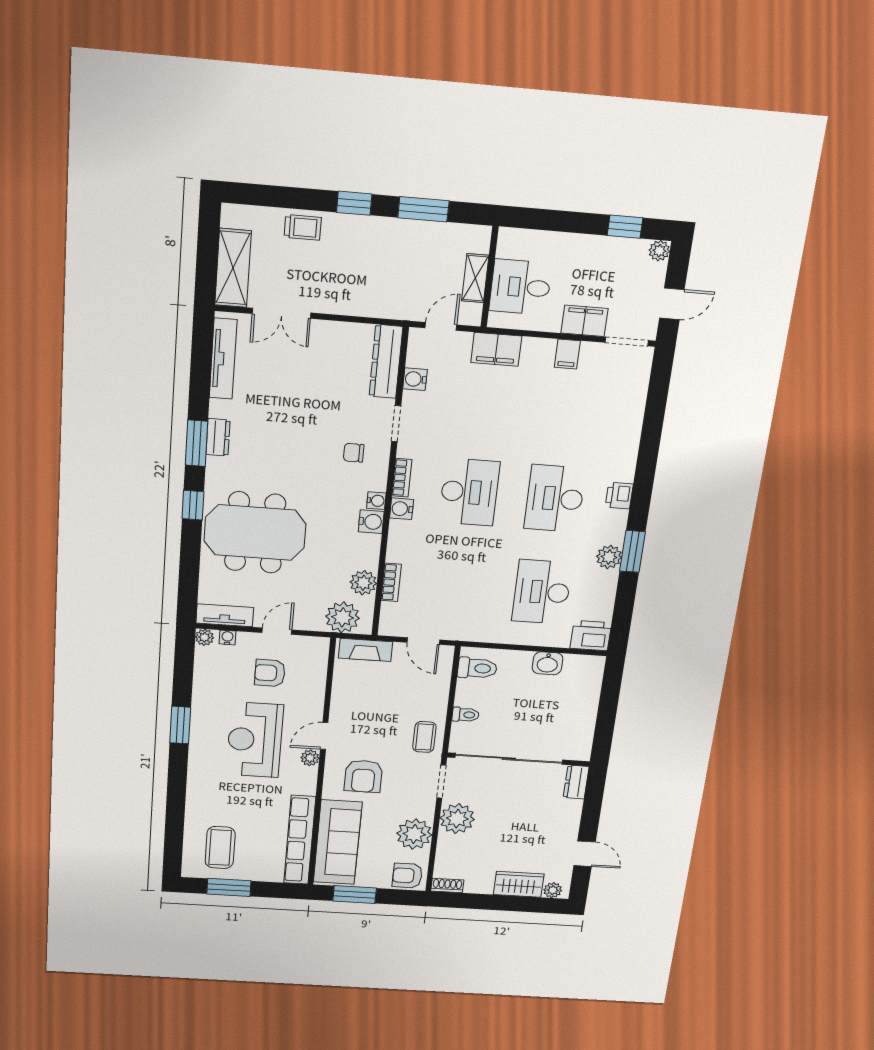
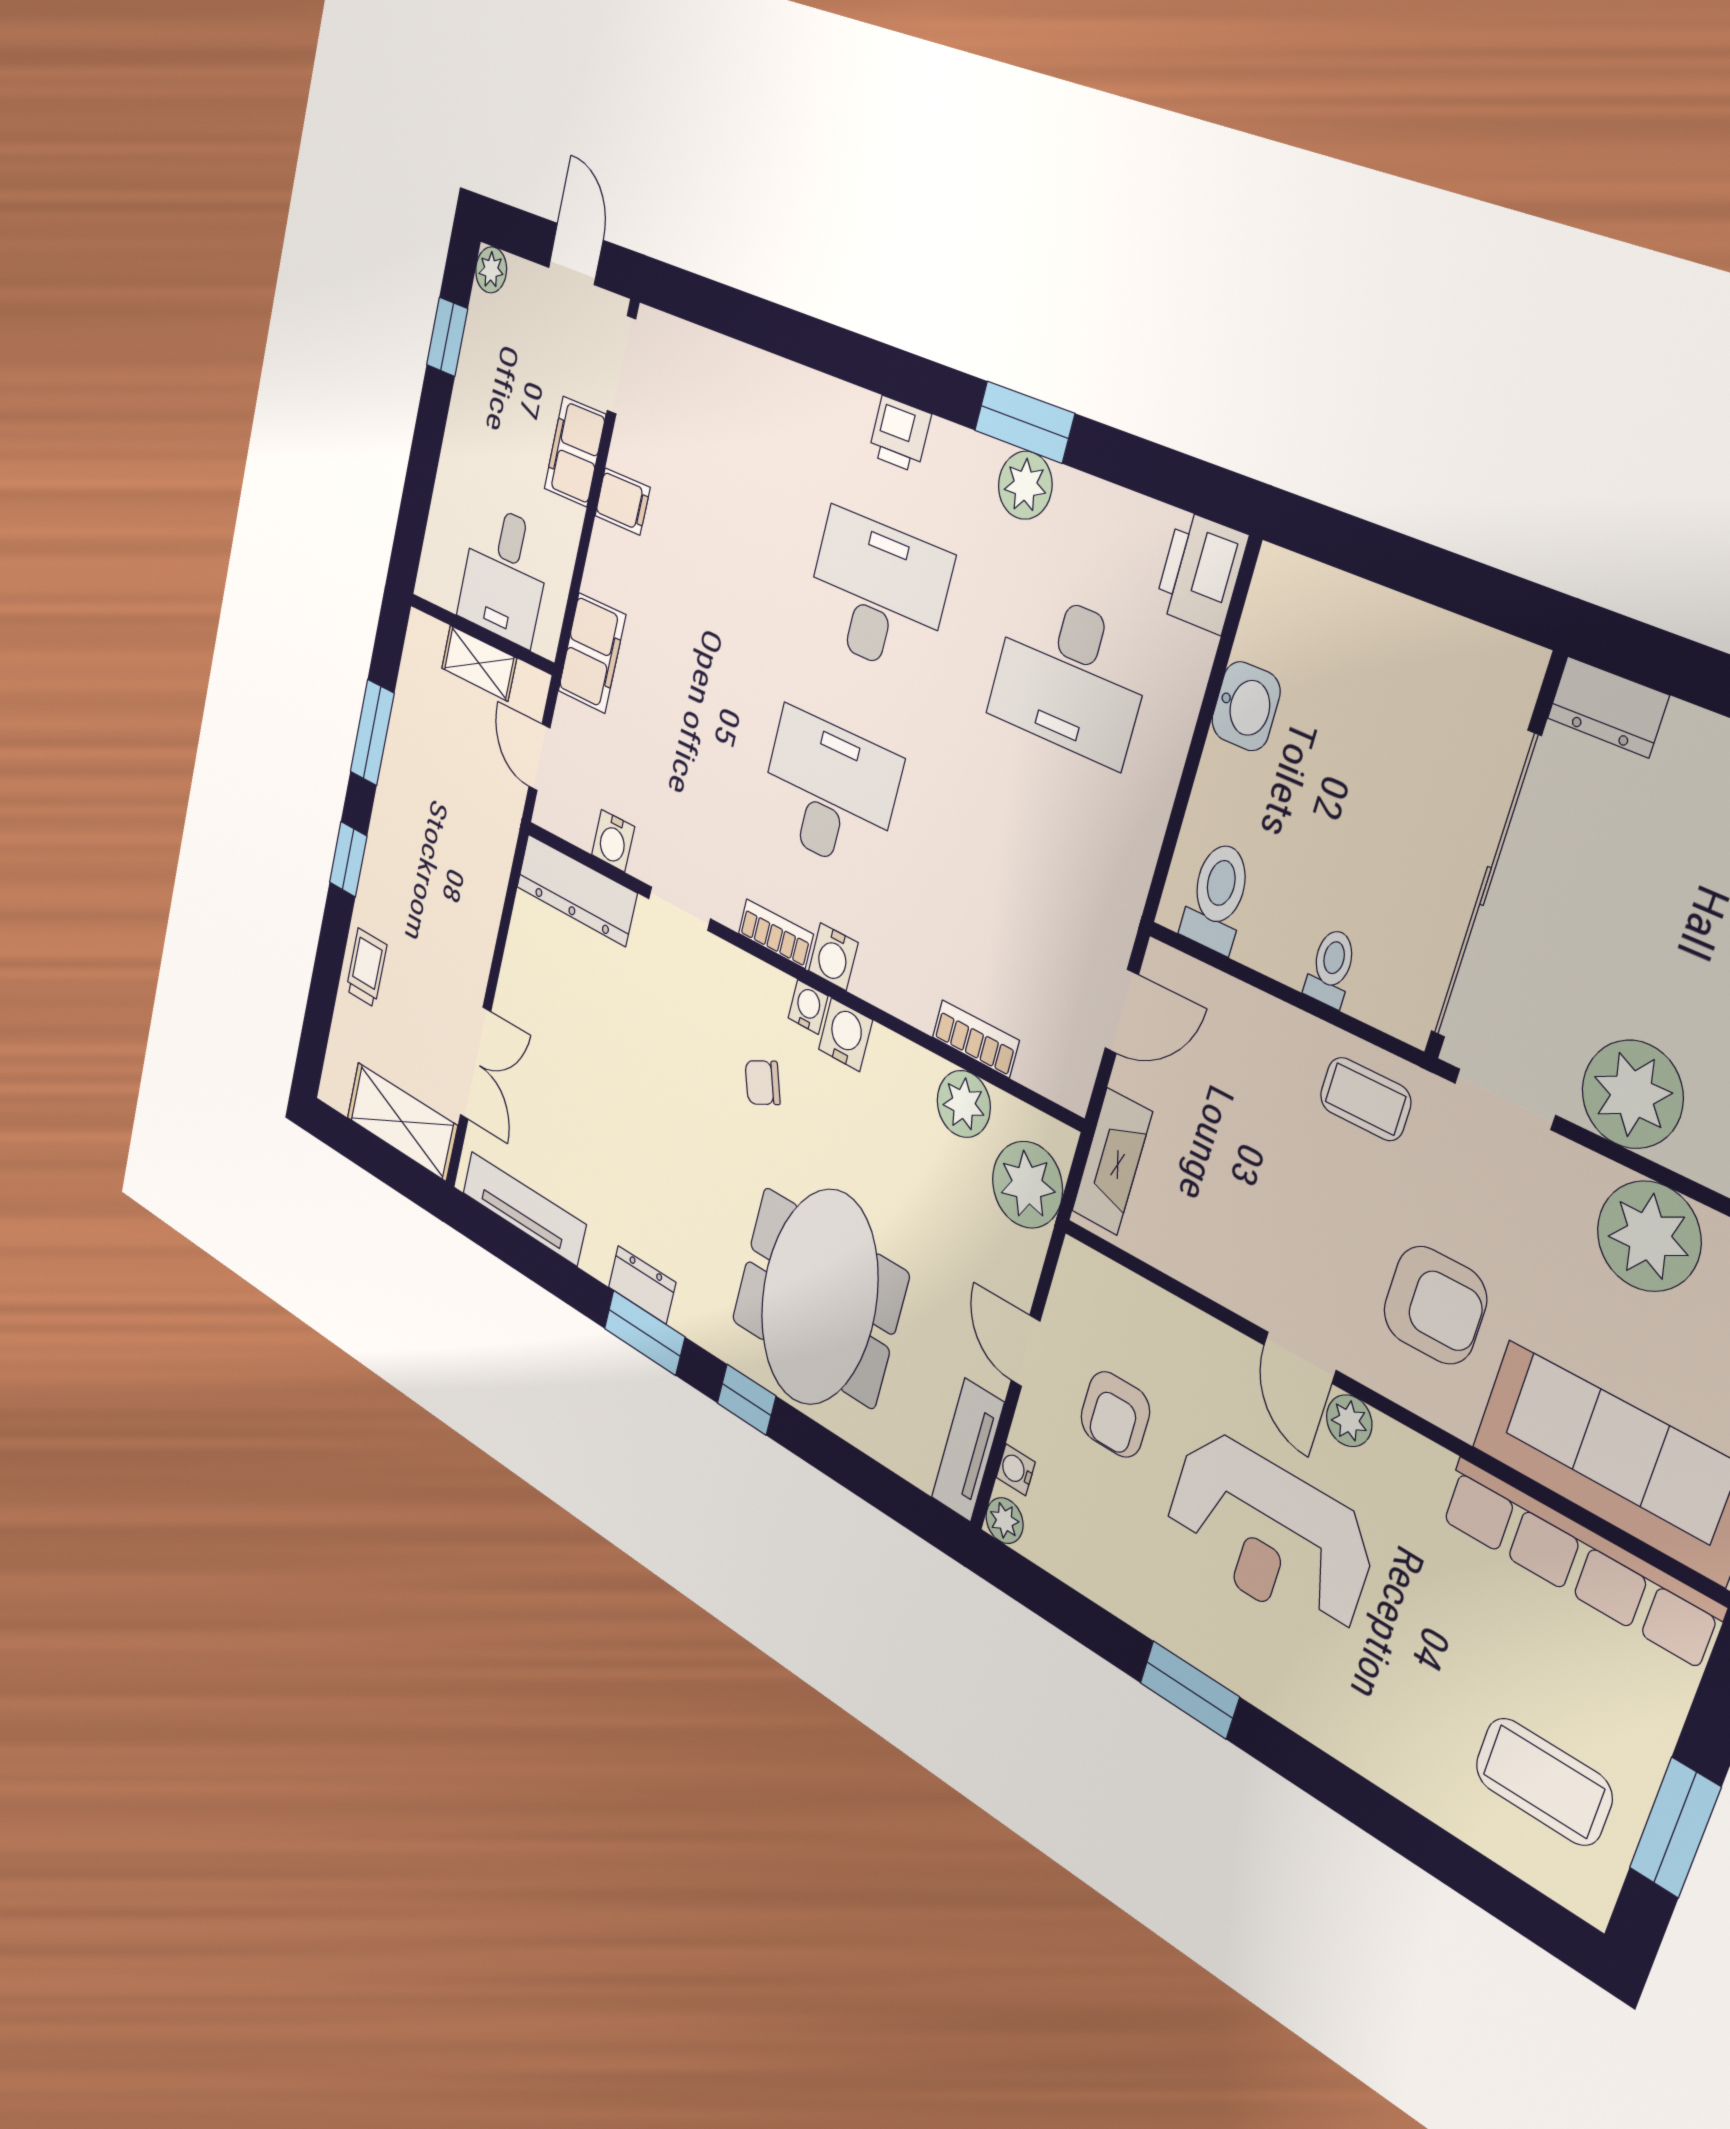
chair: (354, 453) -> (763, 1083), moved, turned 67
desk: (555, 498) -> (877, 593), turned 180

